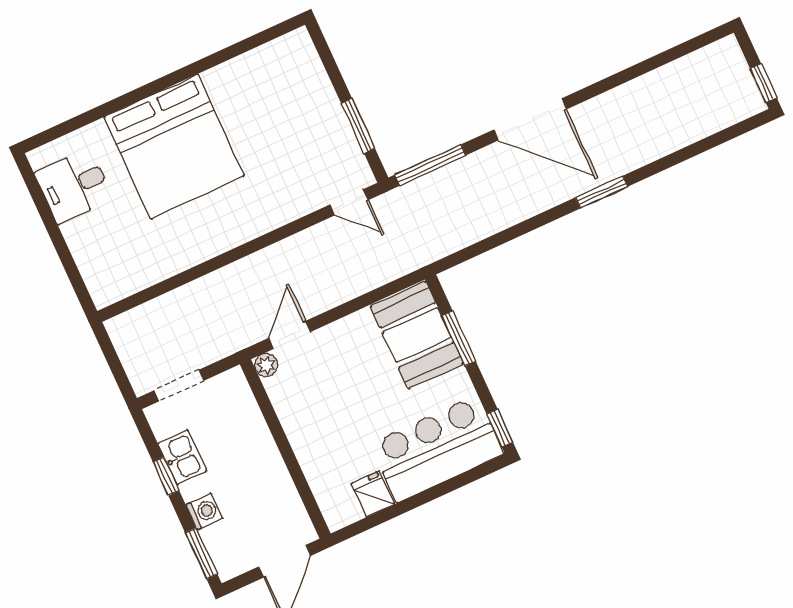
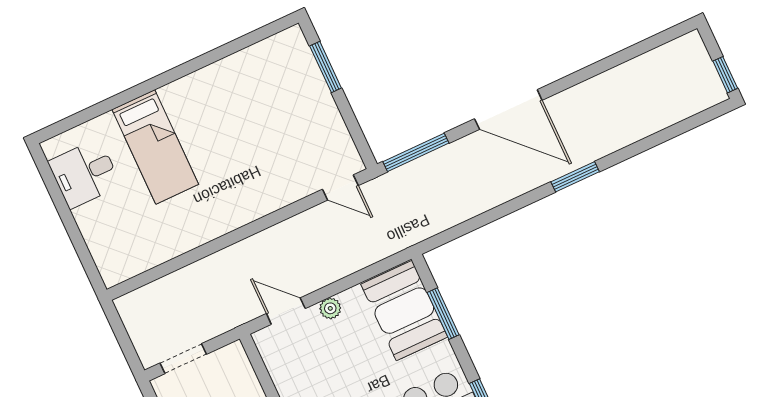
window: (358, 126) -> (326, 67), moved
bed: (174, 147) -> (155, 147), width x0.49
door: (290, 335) -> (286, 311), hinge flipped
plant: (266, 365) -> (330, 308), moved

